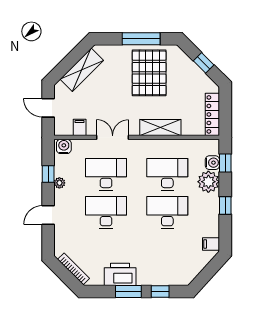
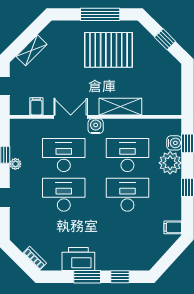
shelving: (82, 70) -> (31, 50), width x0.67, depth x0.75
pallet: (149, 73) -> (109, 50), turned 90
locker: (212, 114) -> (174, 93), removed
water cooler: (64, 146) -> (96, 126), moved
bookcase: (74, 269) -> (35, 258), width x0.64

